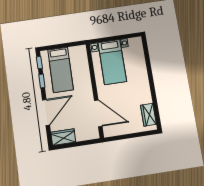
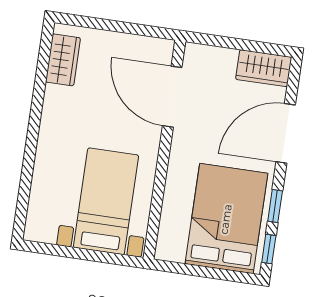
bed: (61, 70) -> (226, 219), width x1.50

